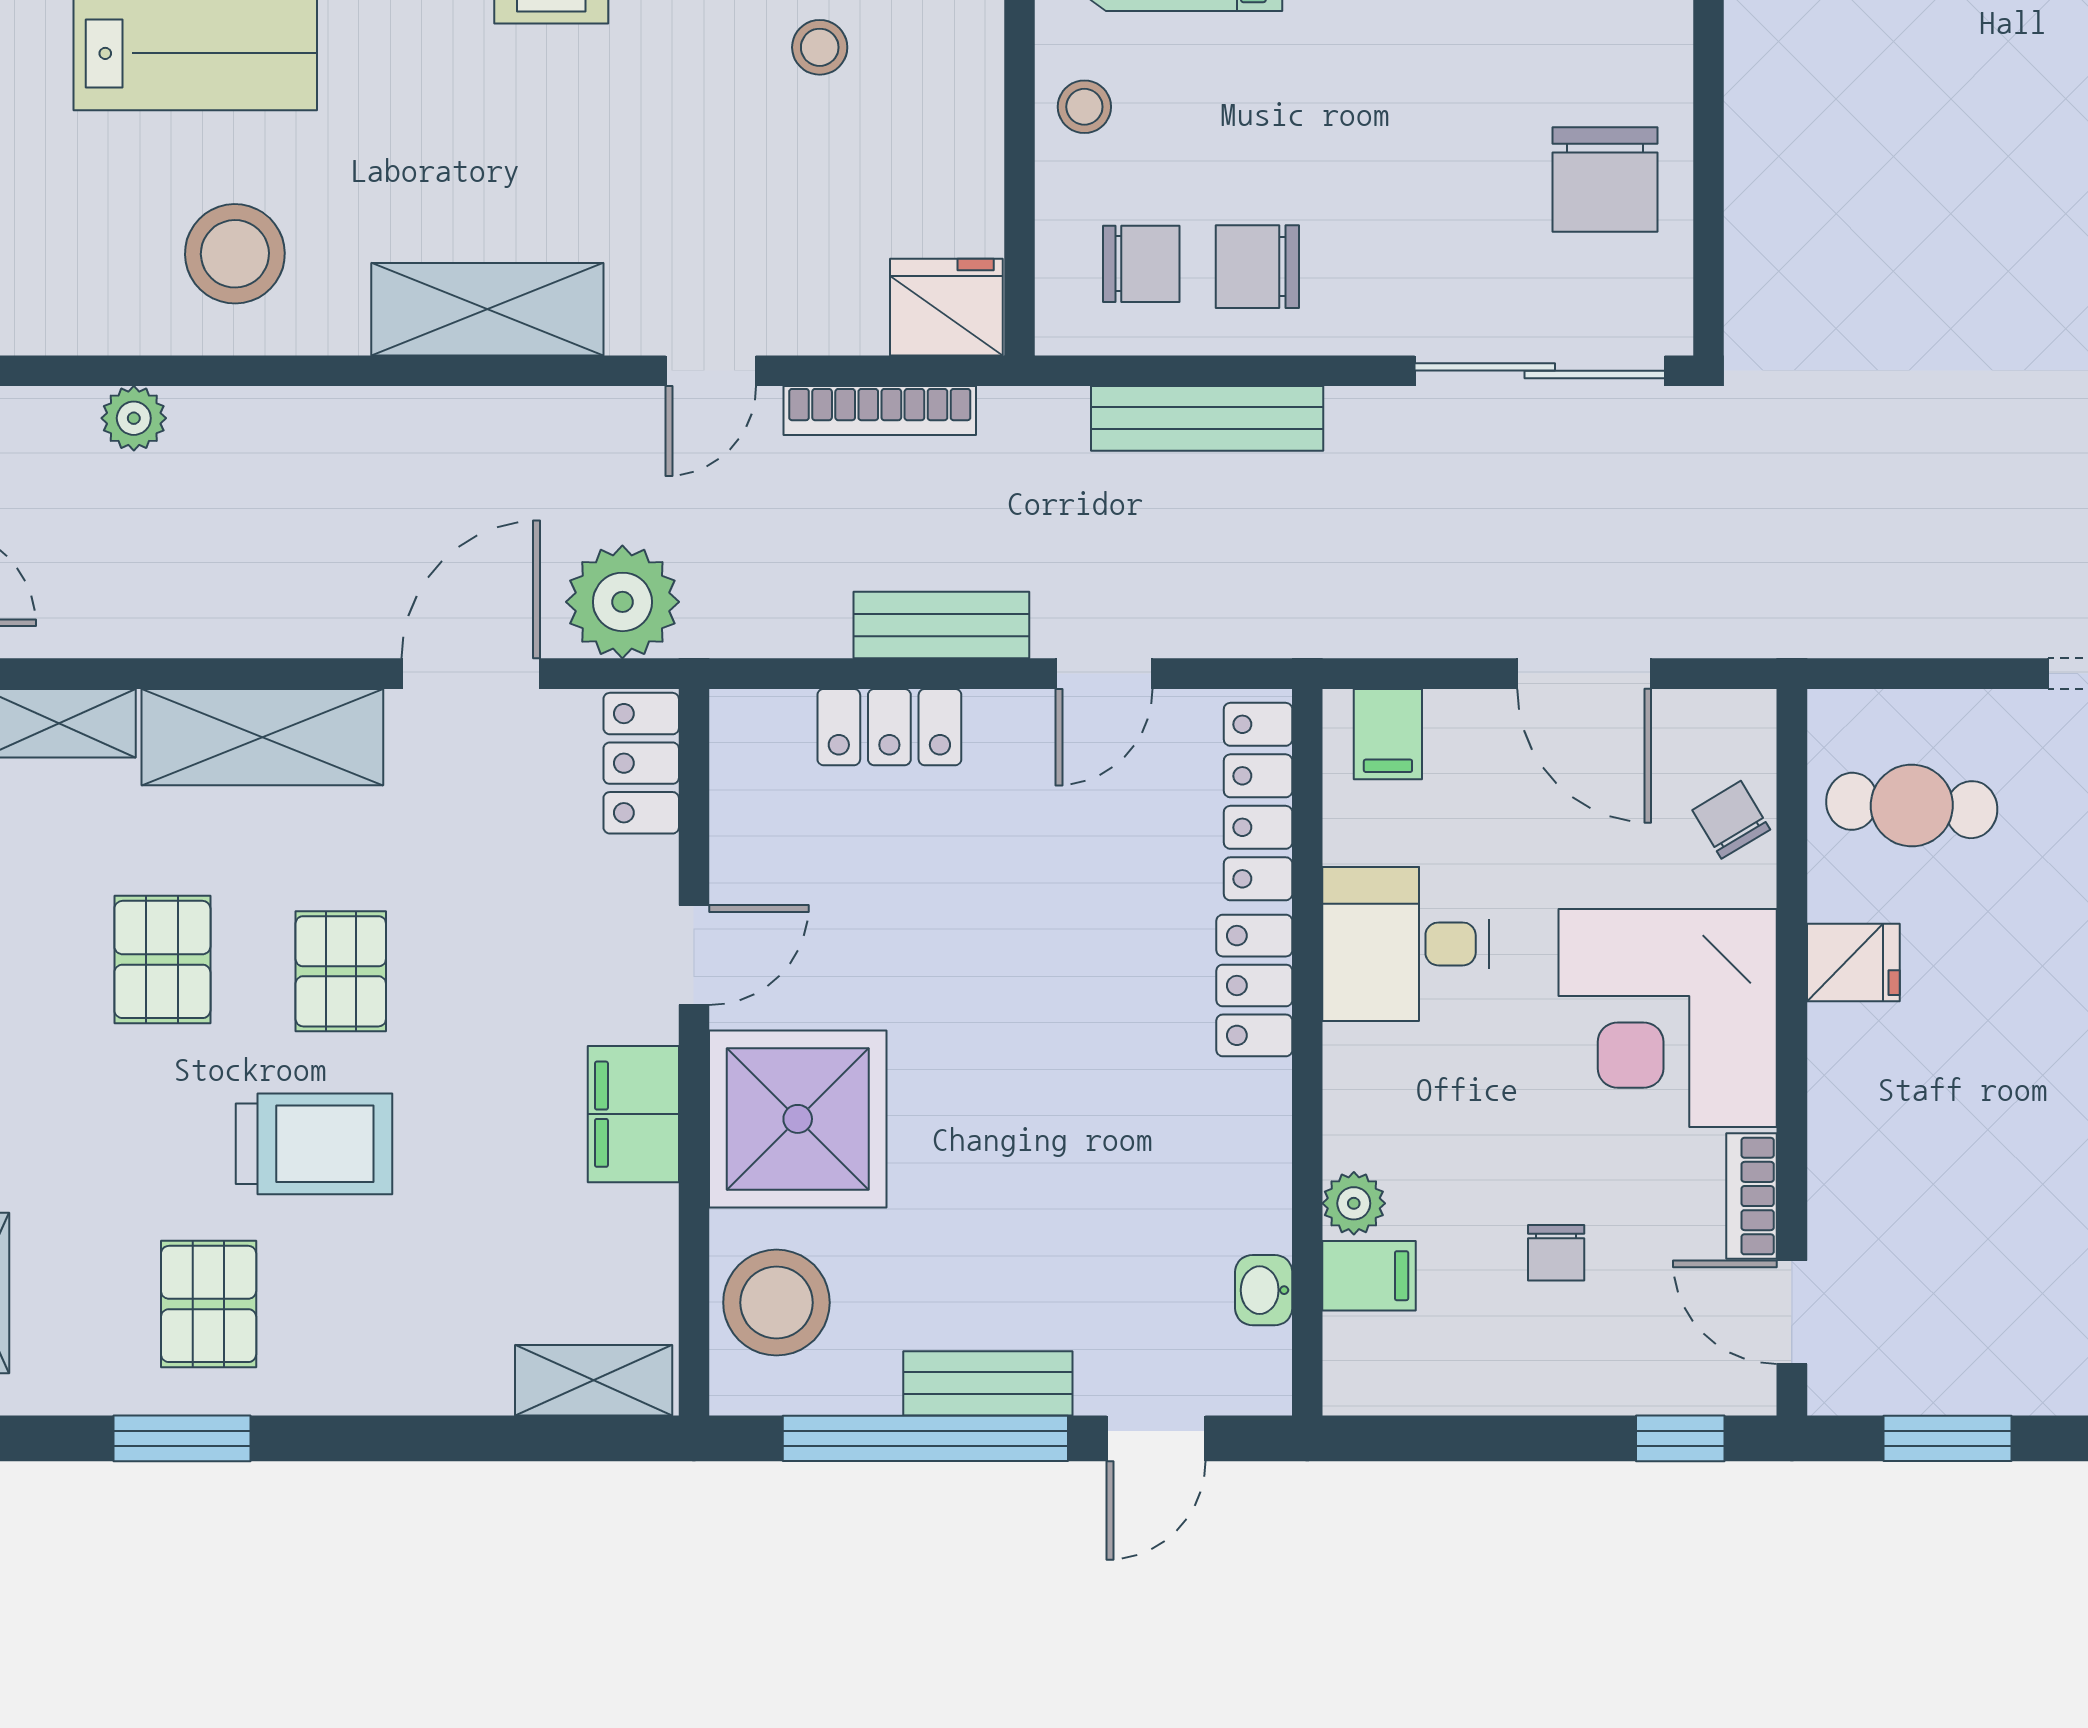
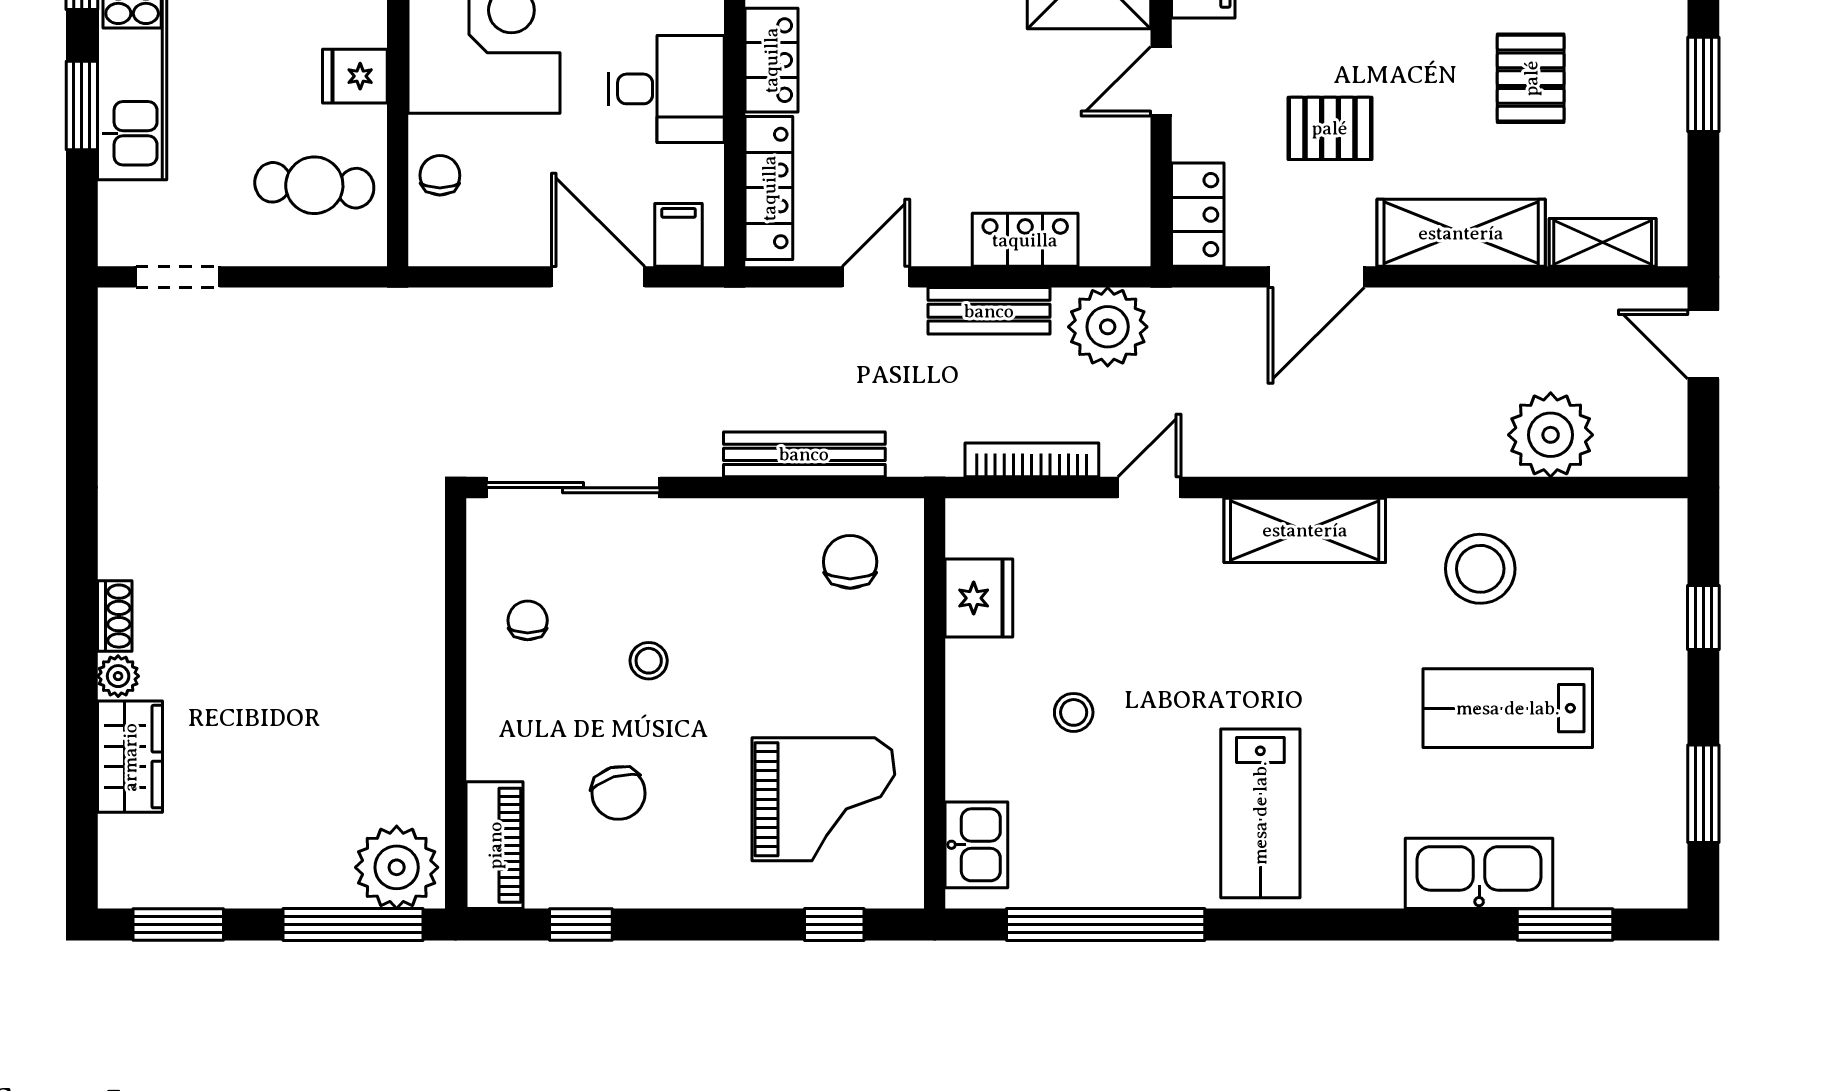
stool: (1084, 107) -> (649, 661), moved
chair: (1605, 180) -> (528, 620), width x0.54, depth x0.54
chair: (1141, 264) -> (850, 562), turned 90
chair: (1257, 267) -> (769, 560), removed
fridge: (946, 307) -> (979, 598), moved, turned -90
plant: (134, 418) -> (1551, 435), width x1.87, depth x1.87
plant: (622, 602) -> (1108, 327), moved
door: (1584, 674) -> (598, 277), moved
chair: (1731, 820) -> (440, 175), turned -149
pallet: (341, 971) -> (1330, 128), moved, turned 90

